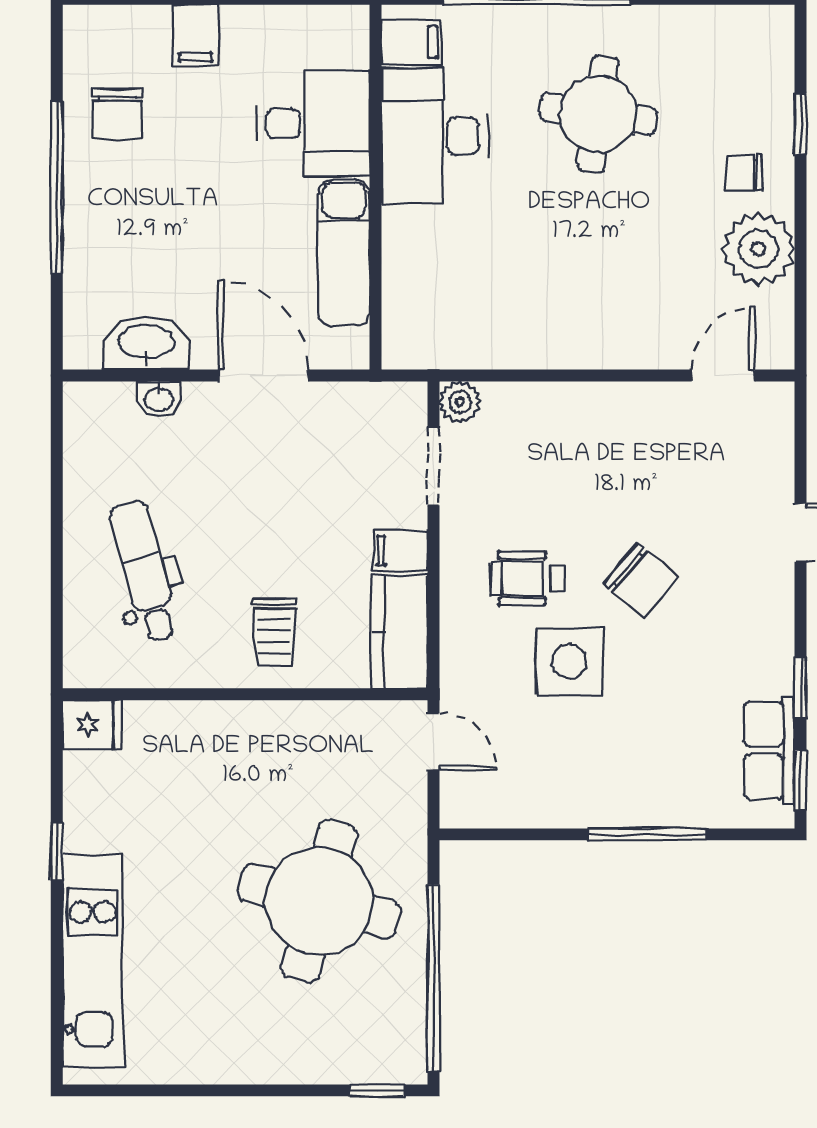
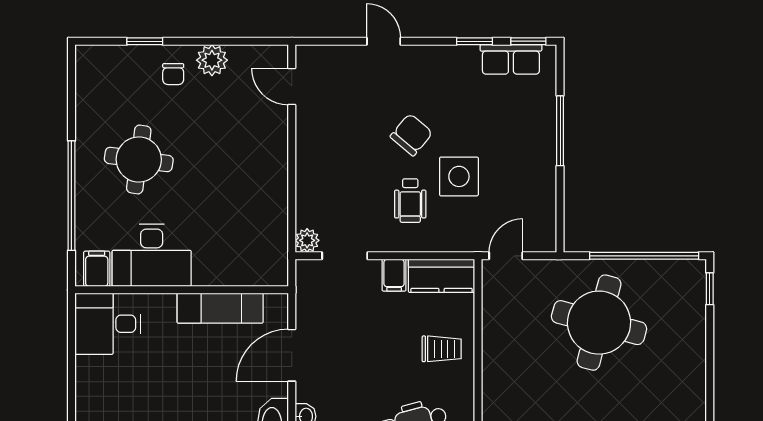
filing cabinet: (196, 36) -> (93, 395), removed
desk: (313, 123) -> (108, 324), moved, turned -90
plant: (758, 249) -> (212, 60), width x0.73, depth x0.73

